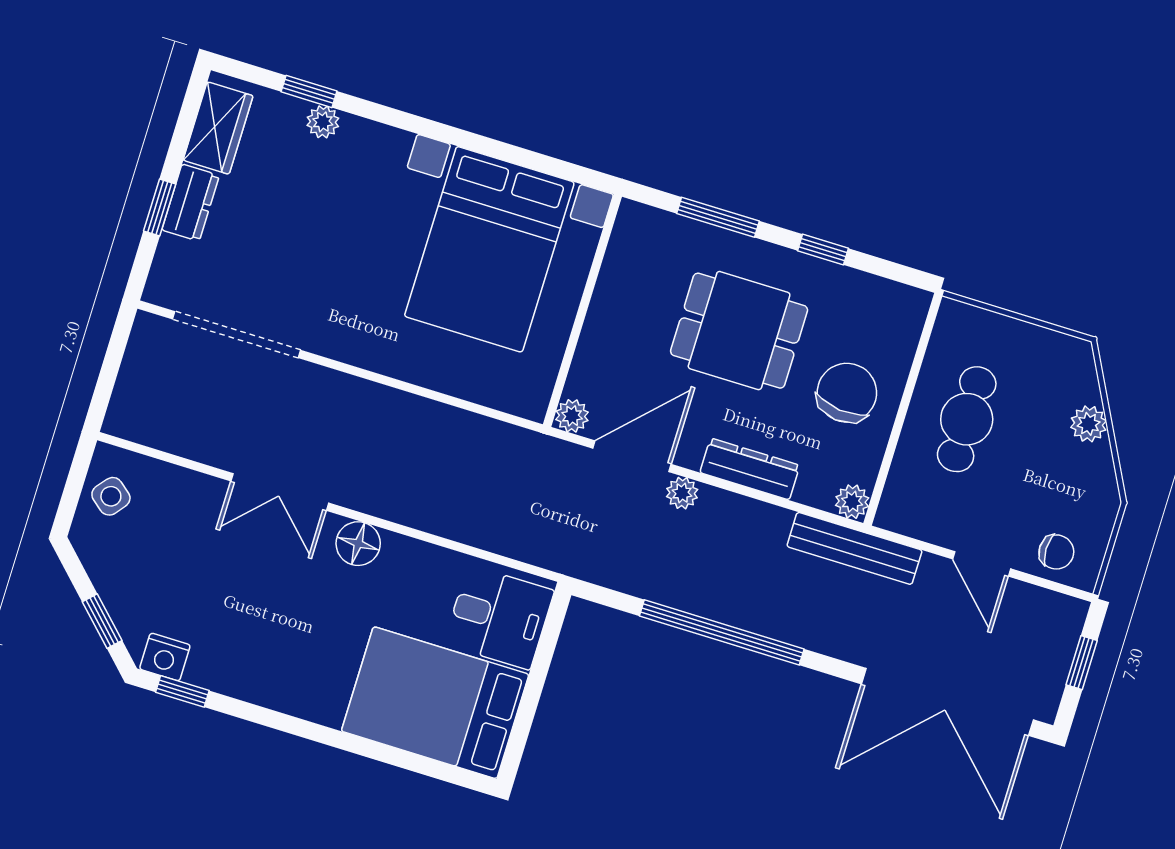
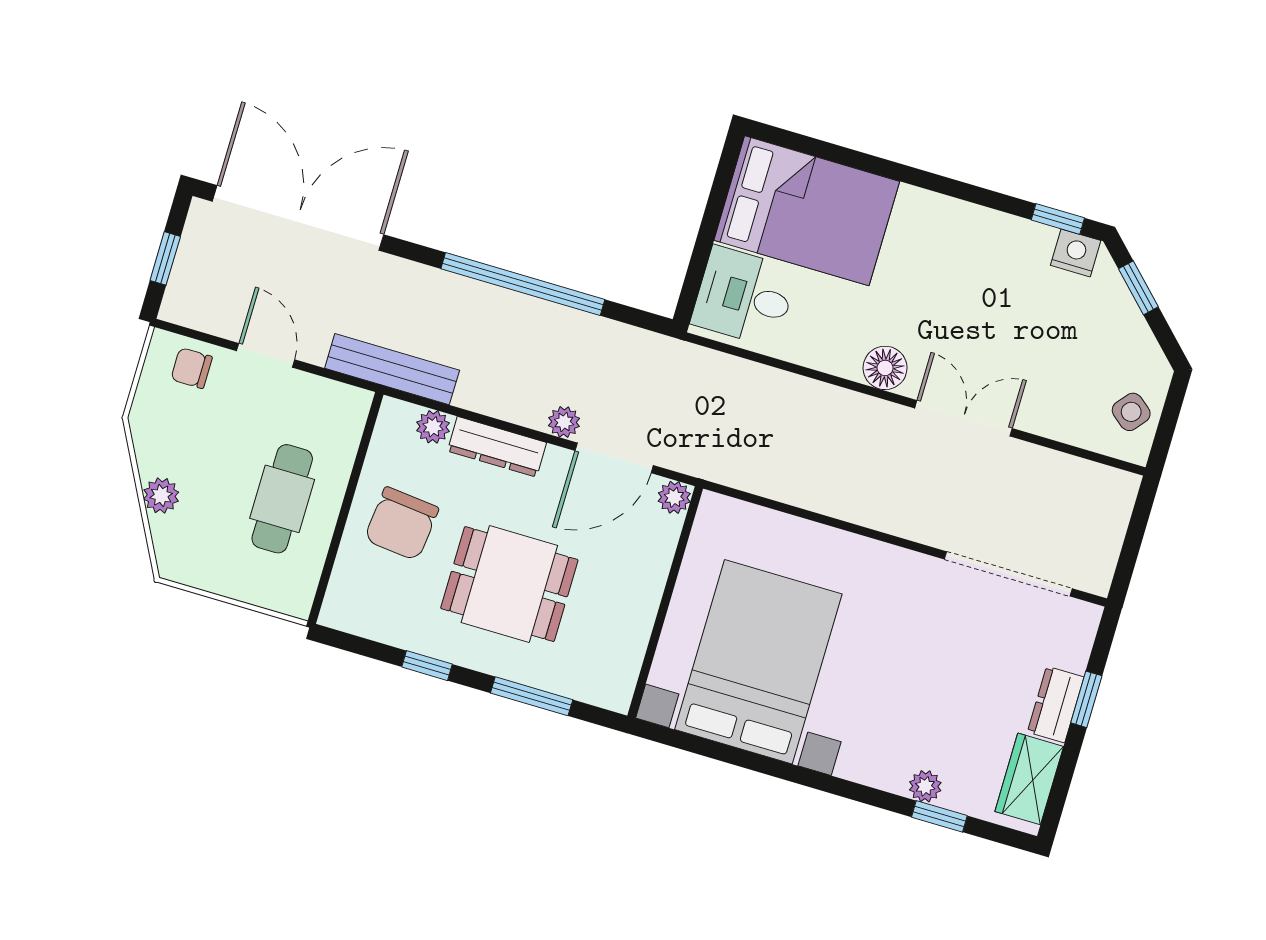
plant: (852, 502) -> (433, 427), moved

